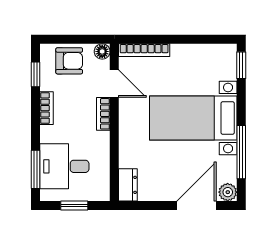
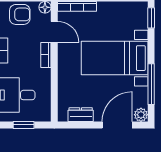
dresser: (128, 185) -> (81, 115), moved, turned -90

